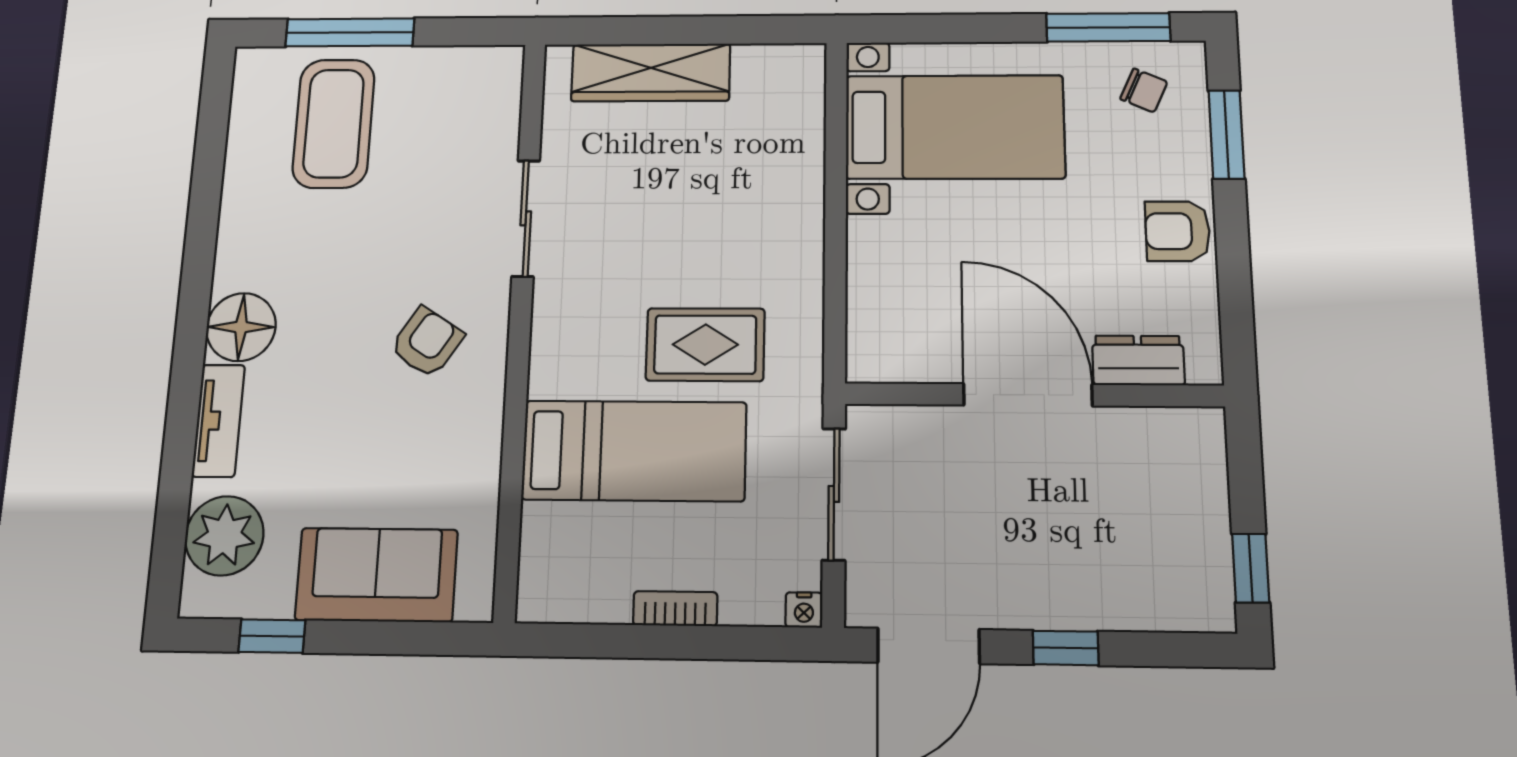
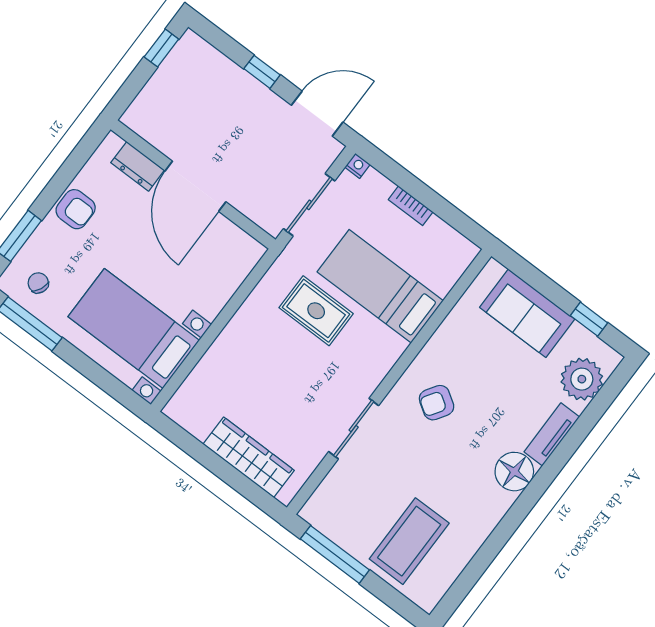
window: (350, 32) -> (335, 554), moved

